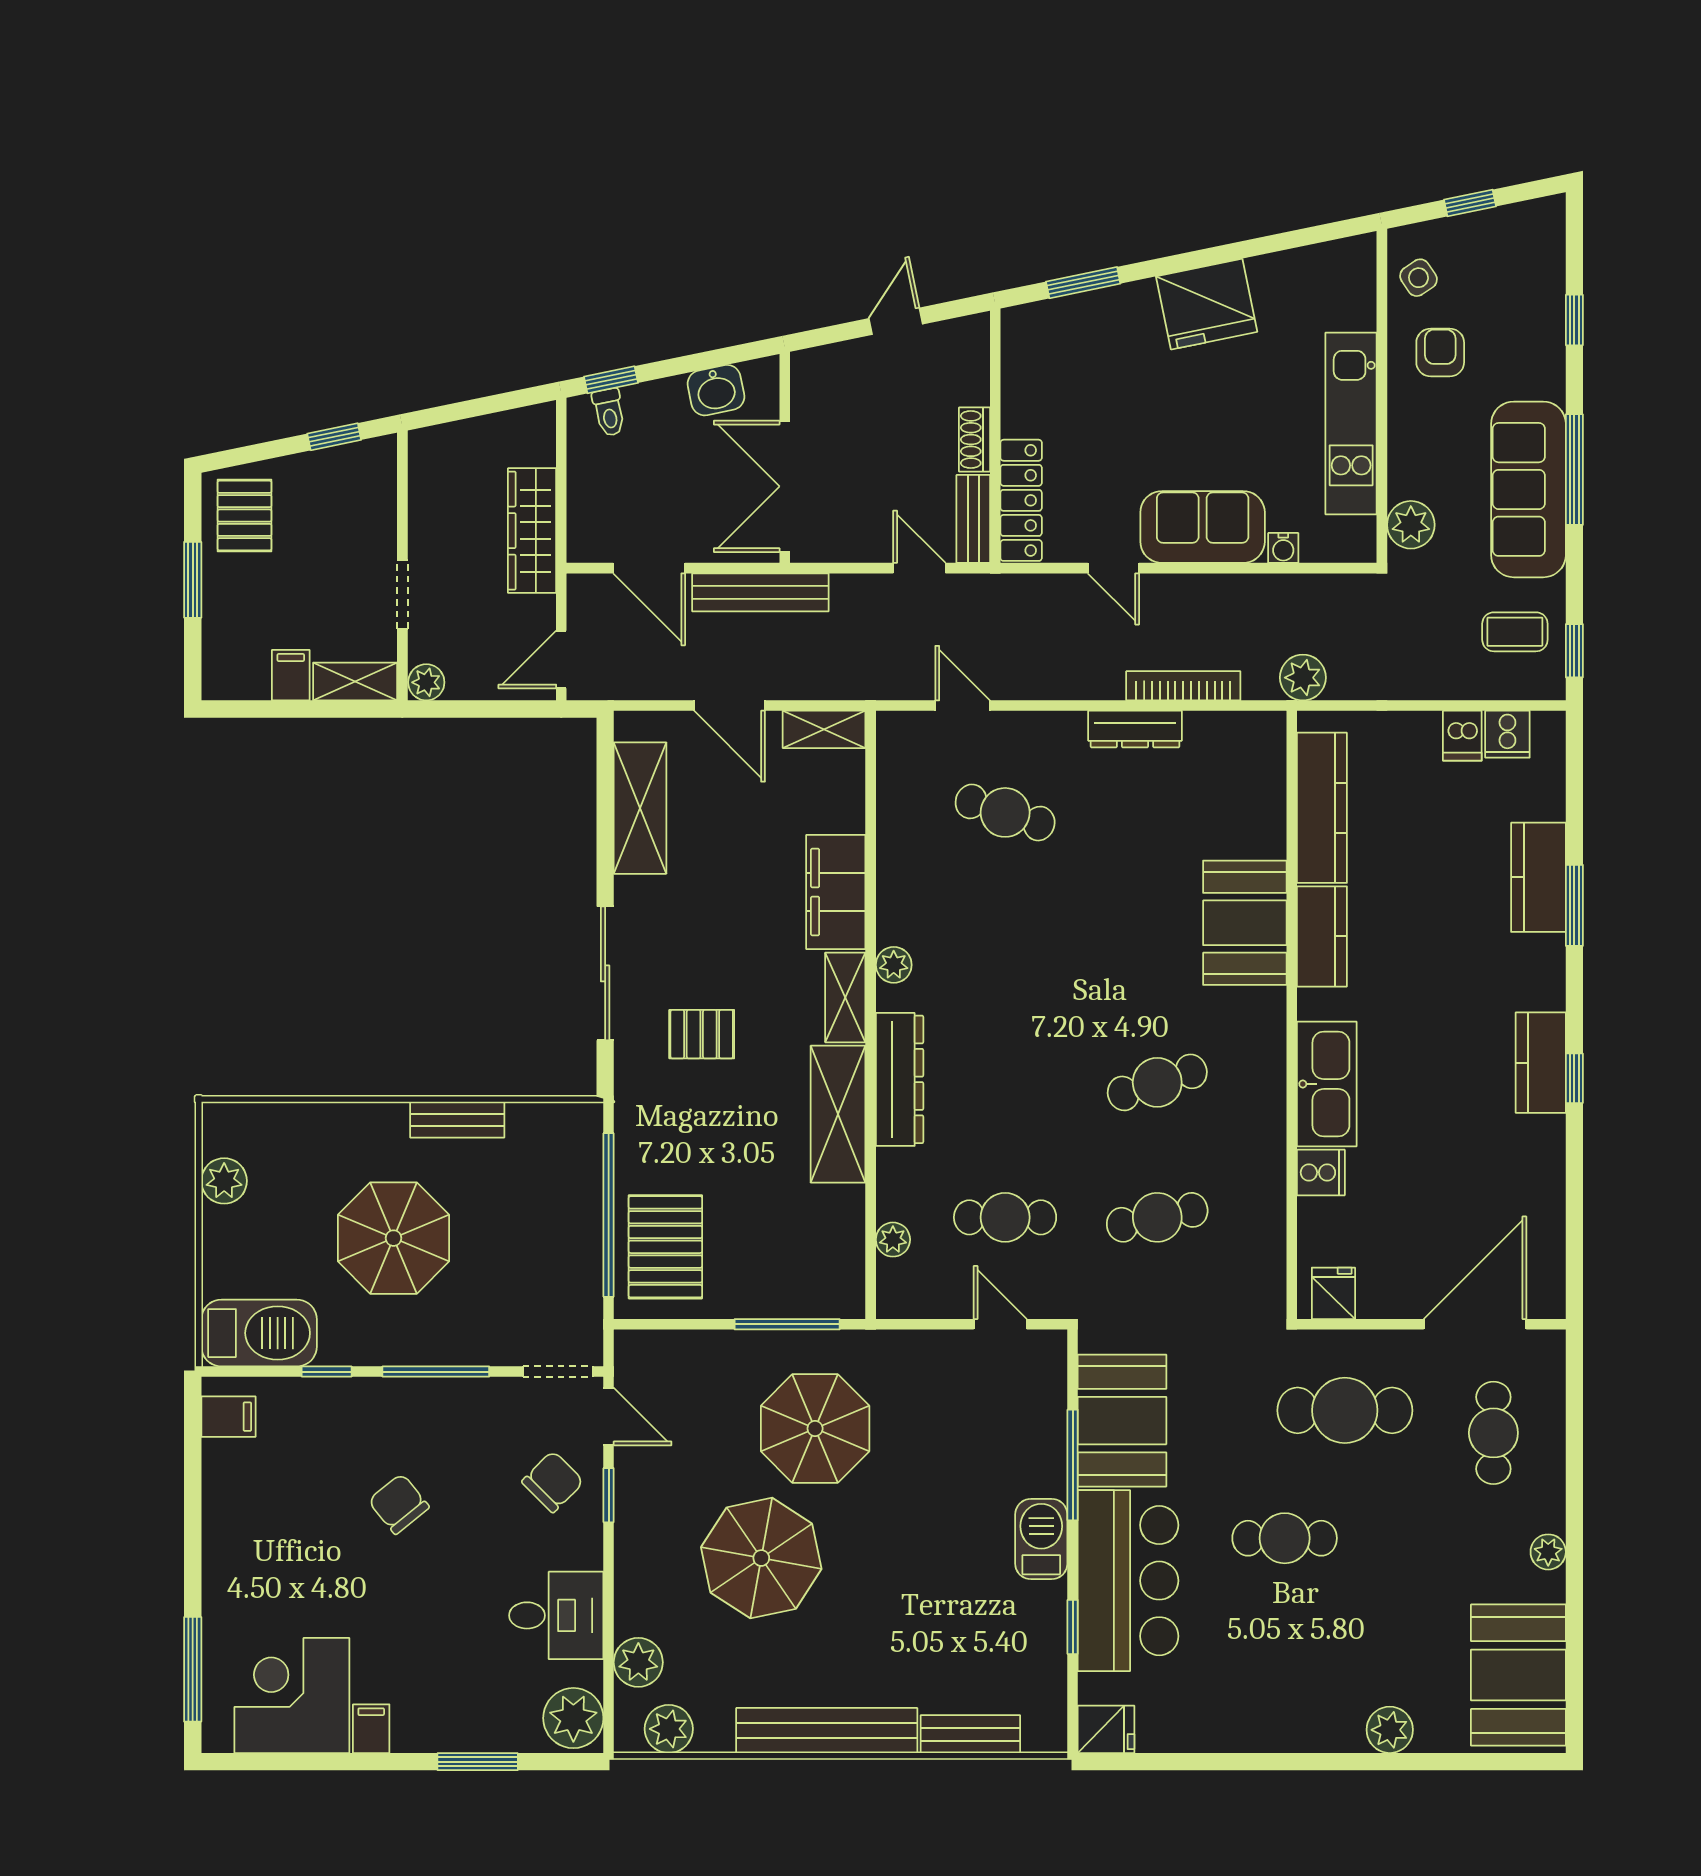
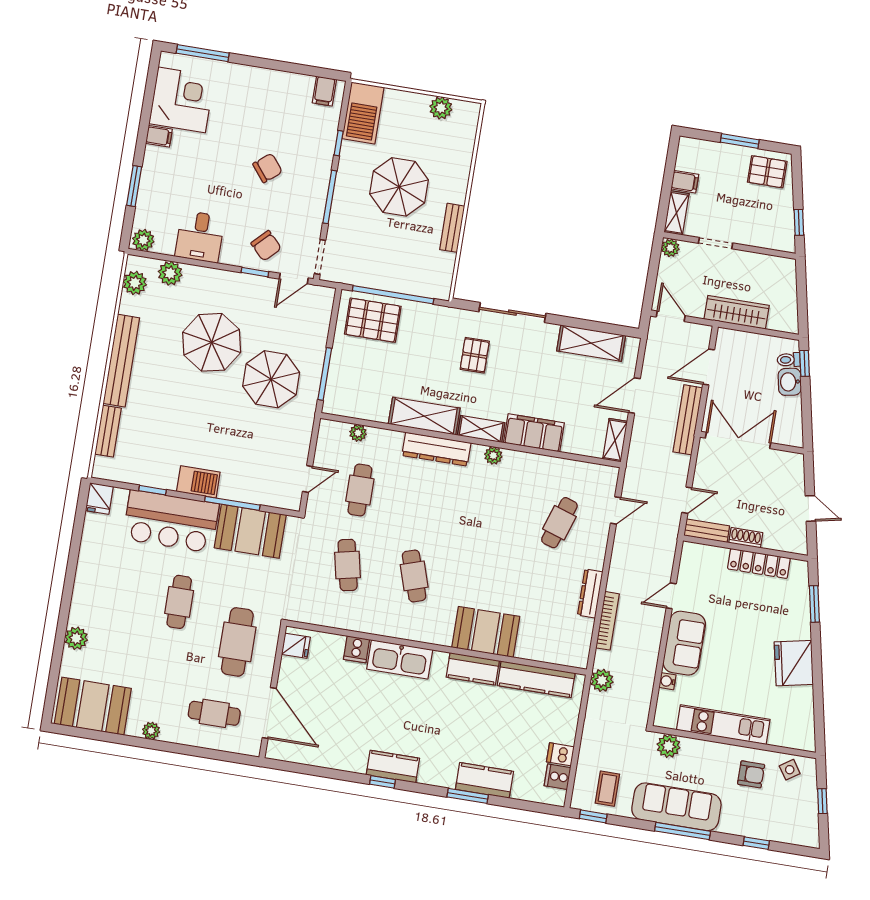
washbasin: (716, 390) -> (790, 382), moved
locker: (1021, 500) -> (759, 563), moved
plant: (573, 1718) -> (143, 240), width x0.73, depth x0.73

